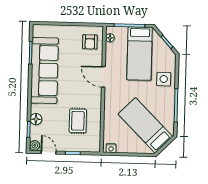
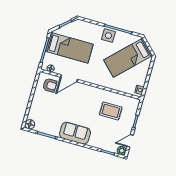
sofa: (45, 70) -> (75, 133), width x0.54, depth x0.79
door: (103, 77) -> (69, 78), moved
side table: (164, 79) -> (108, 36), moved
floor lamp: (36, 119) -> (30, 124), moved

